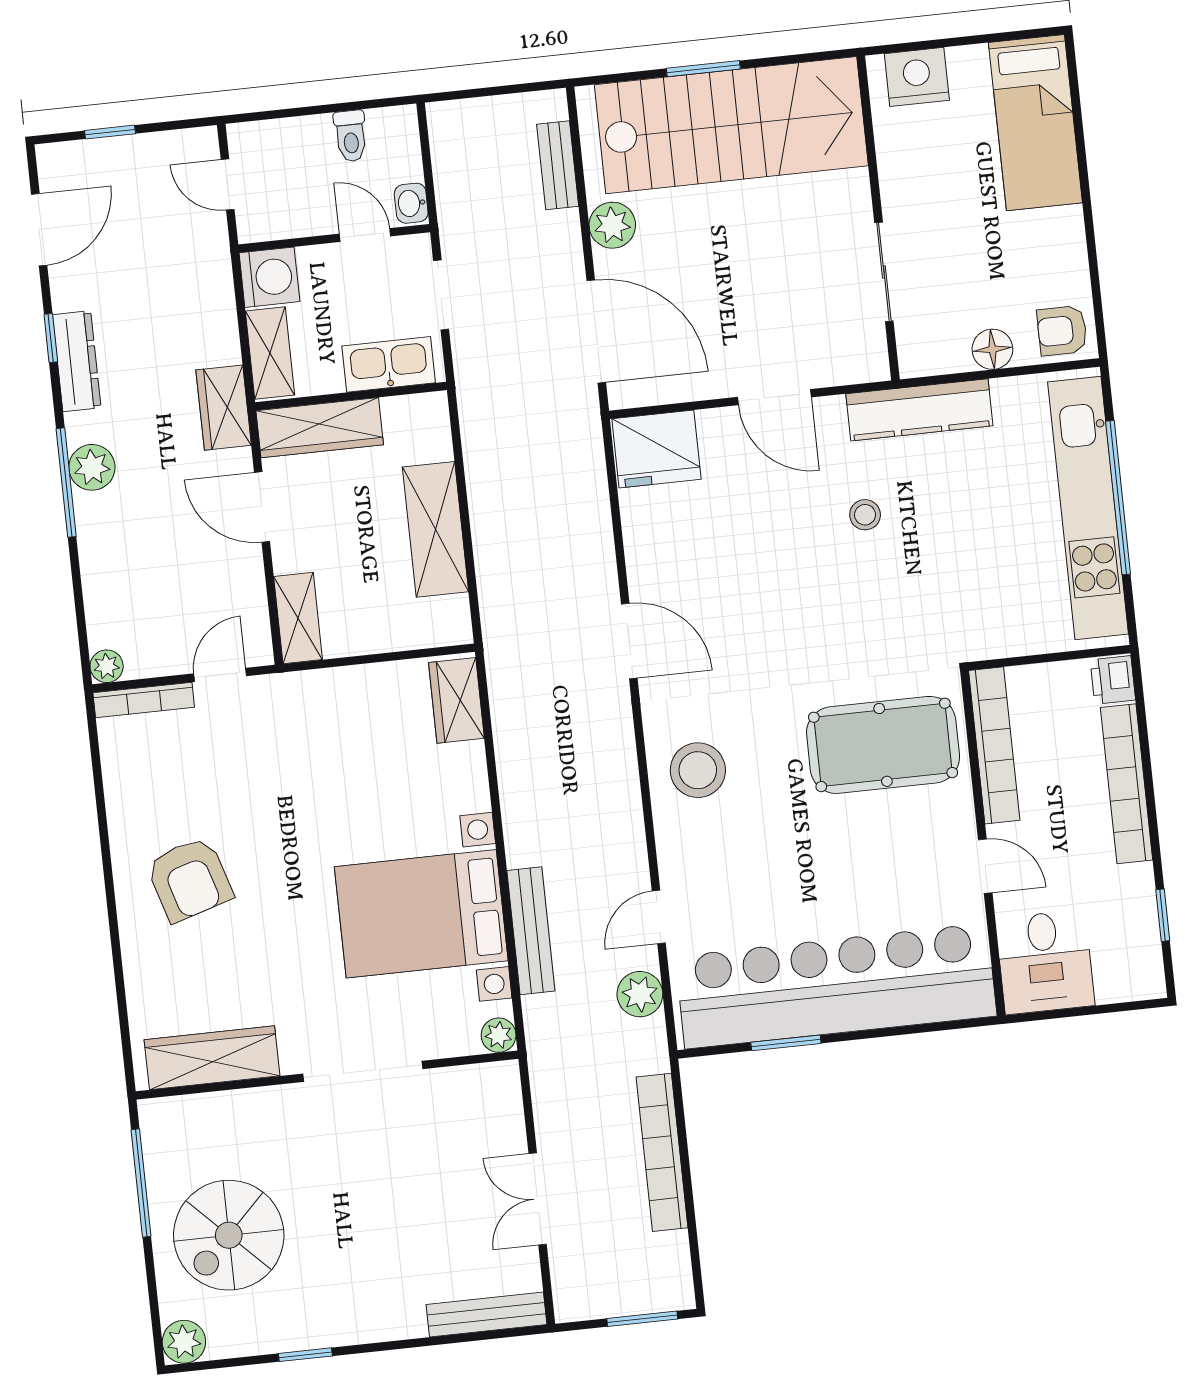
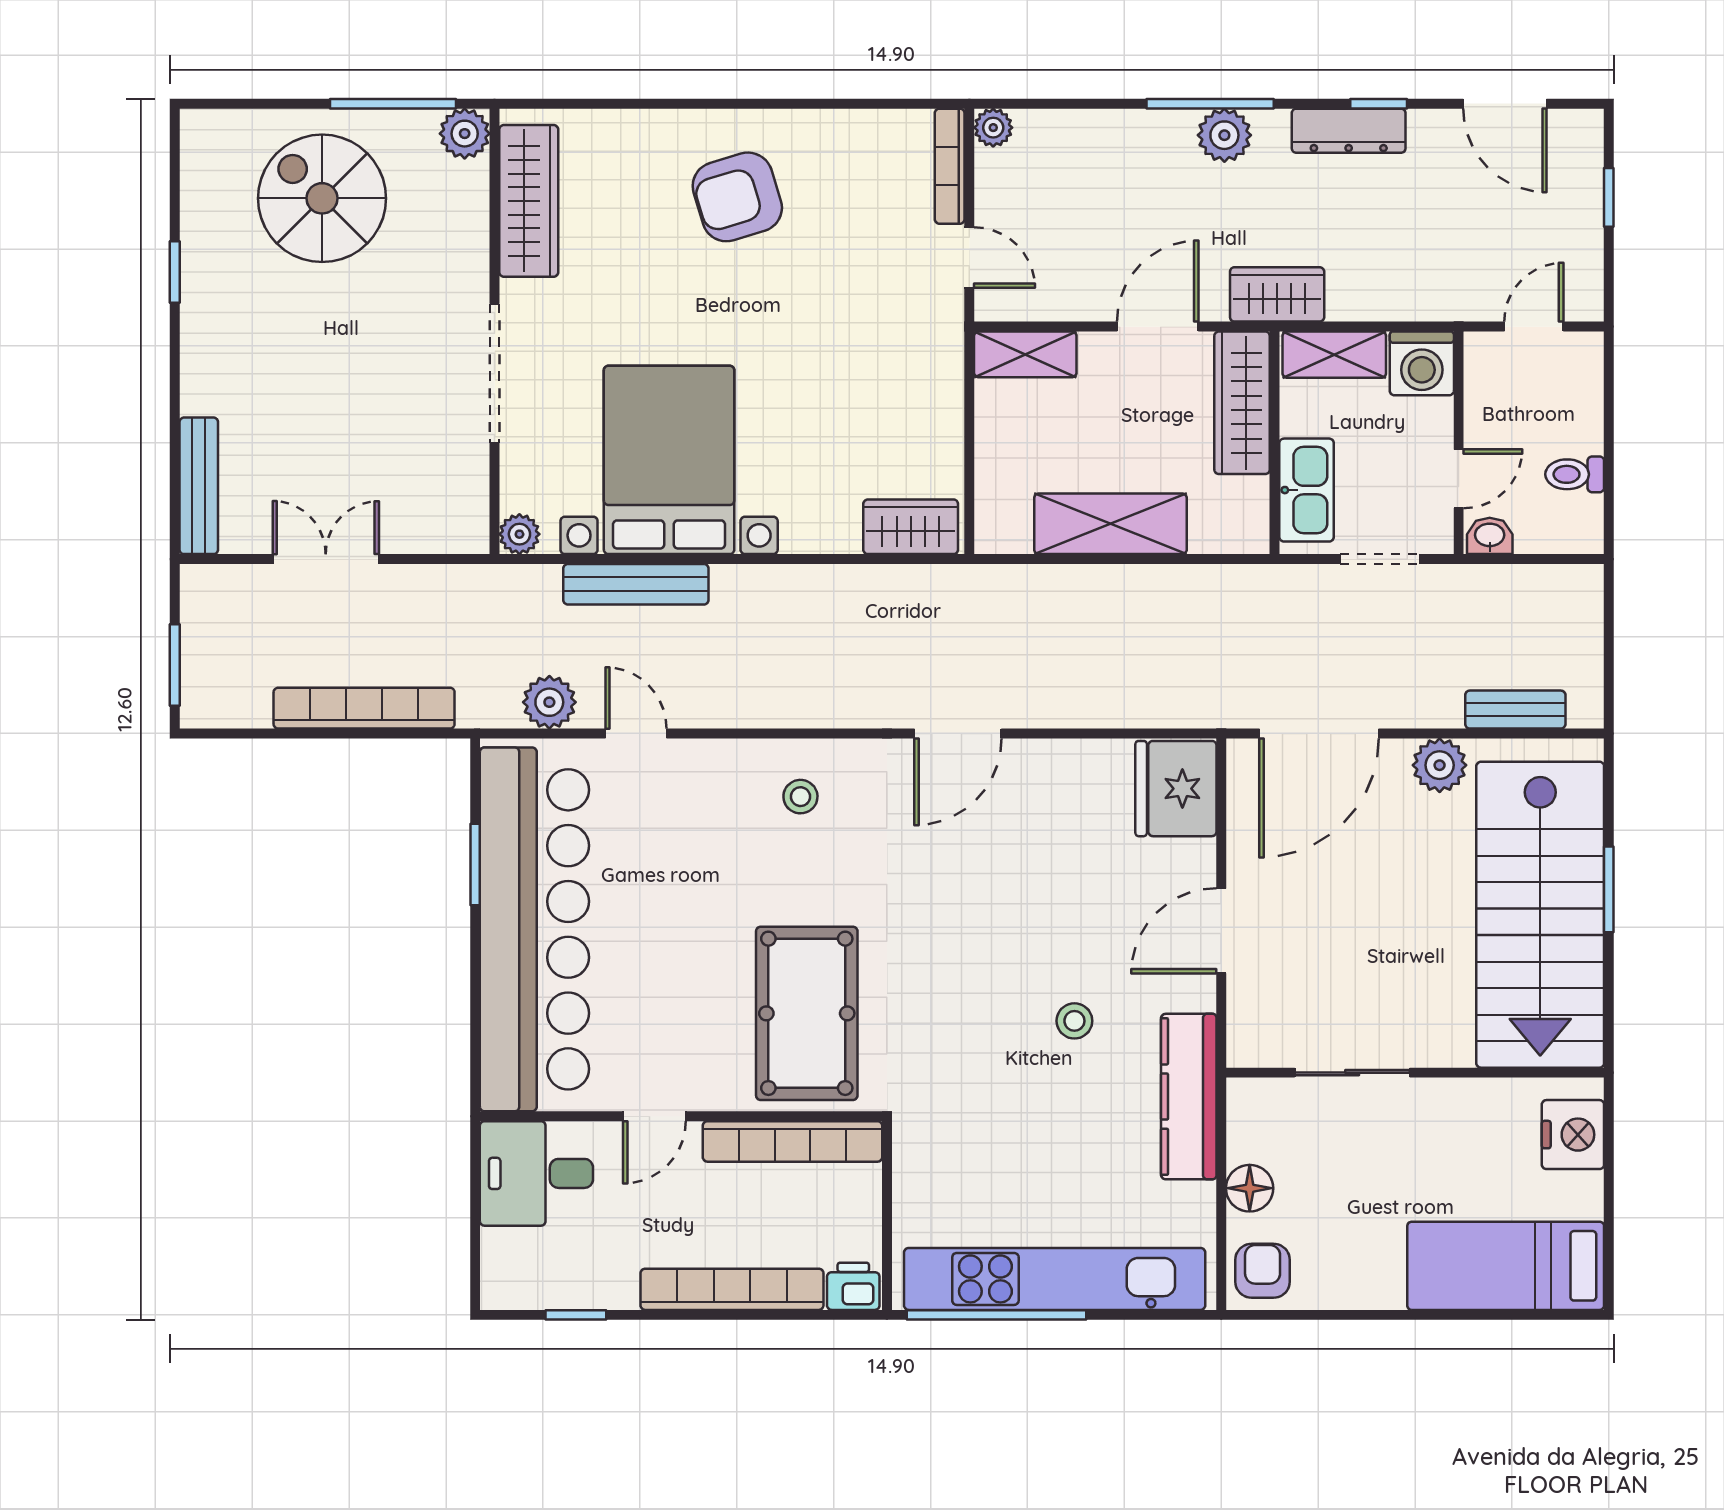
window: (1118, 498) -> (996, 1315), moved
stool: (698, 770) -> (800, 797), width x0.53, depth x0.53
plant: (184, 1342) -> (465, 134), moved

